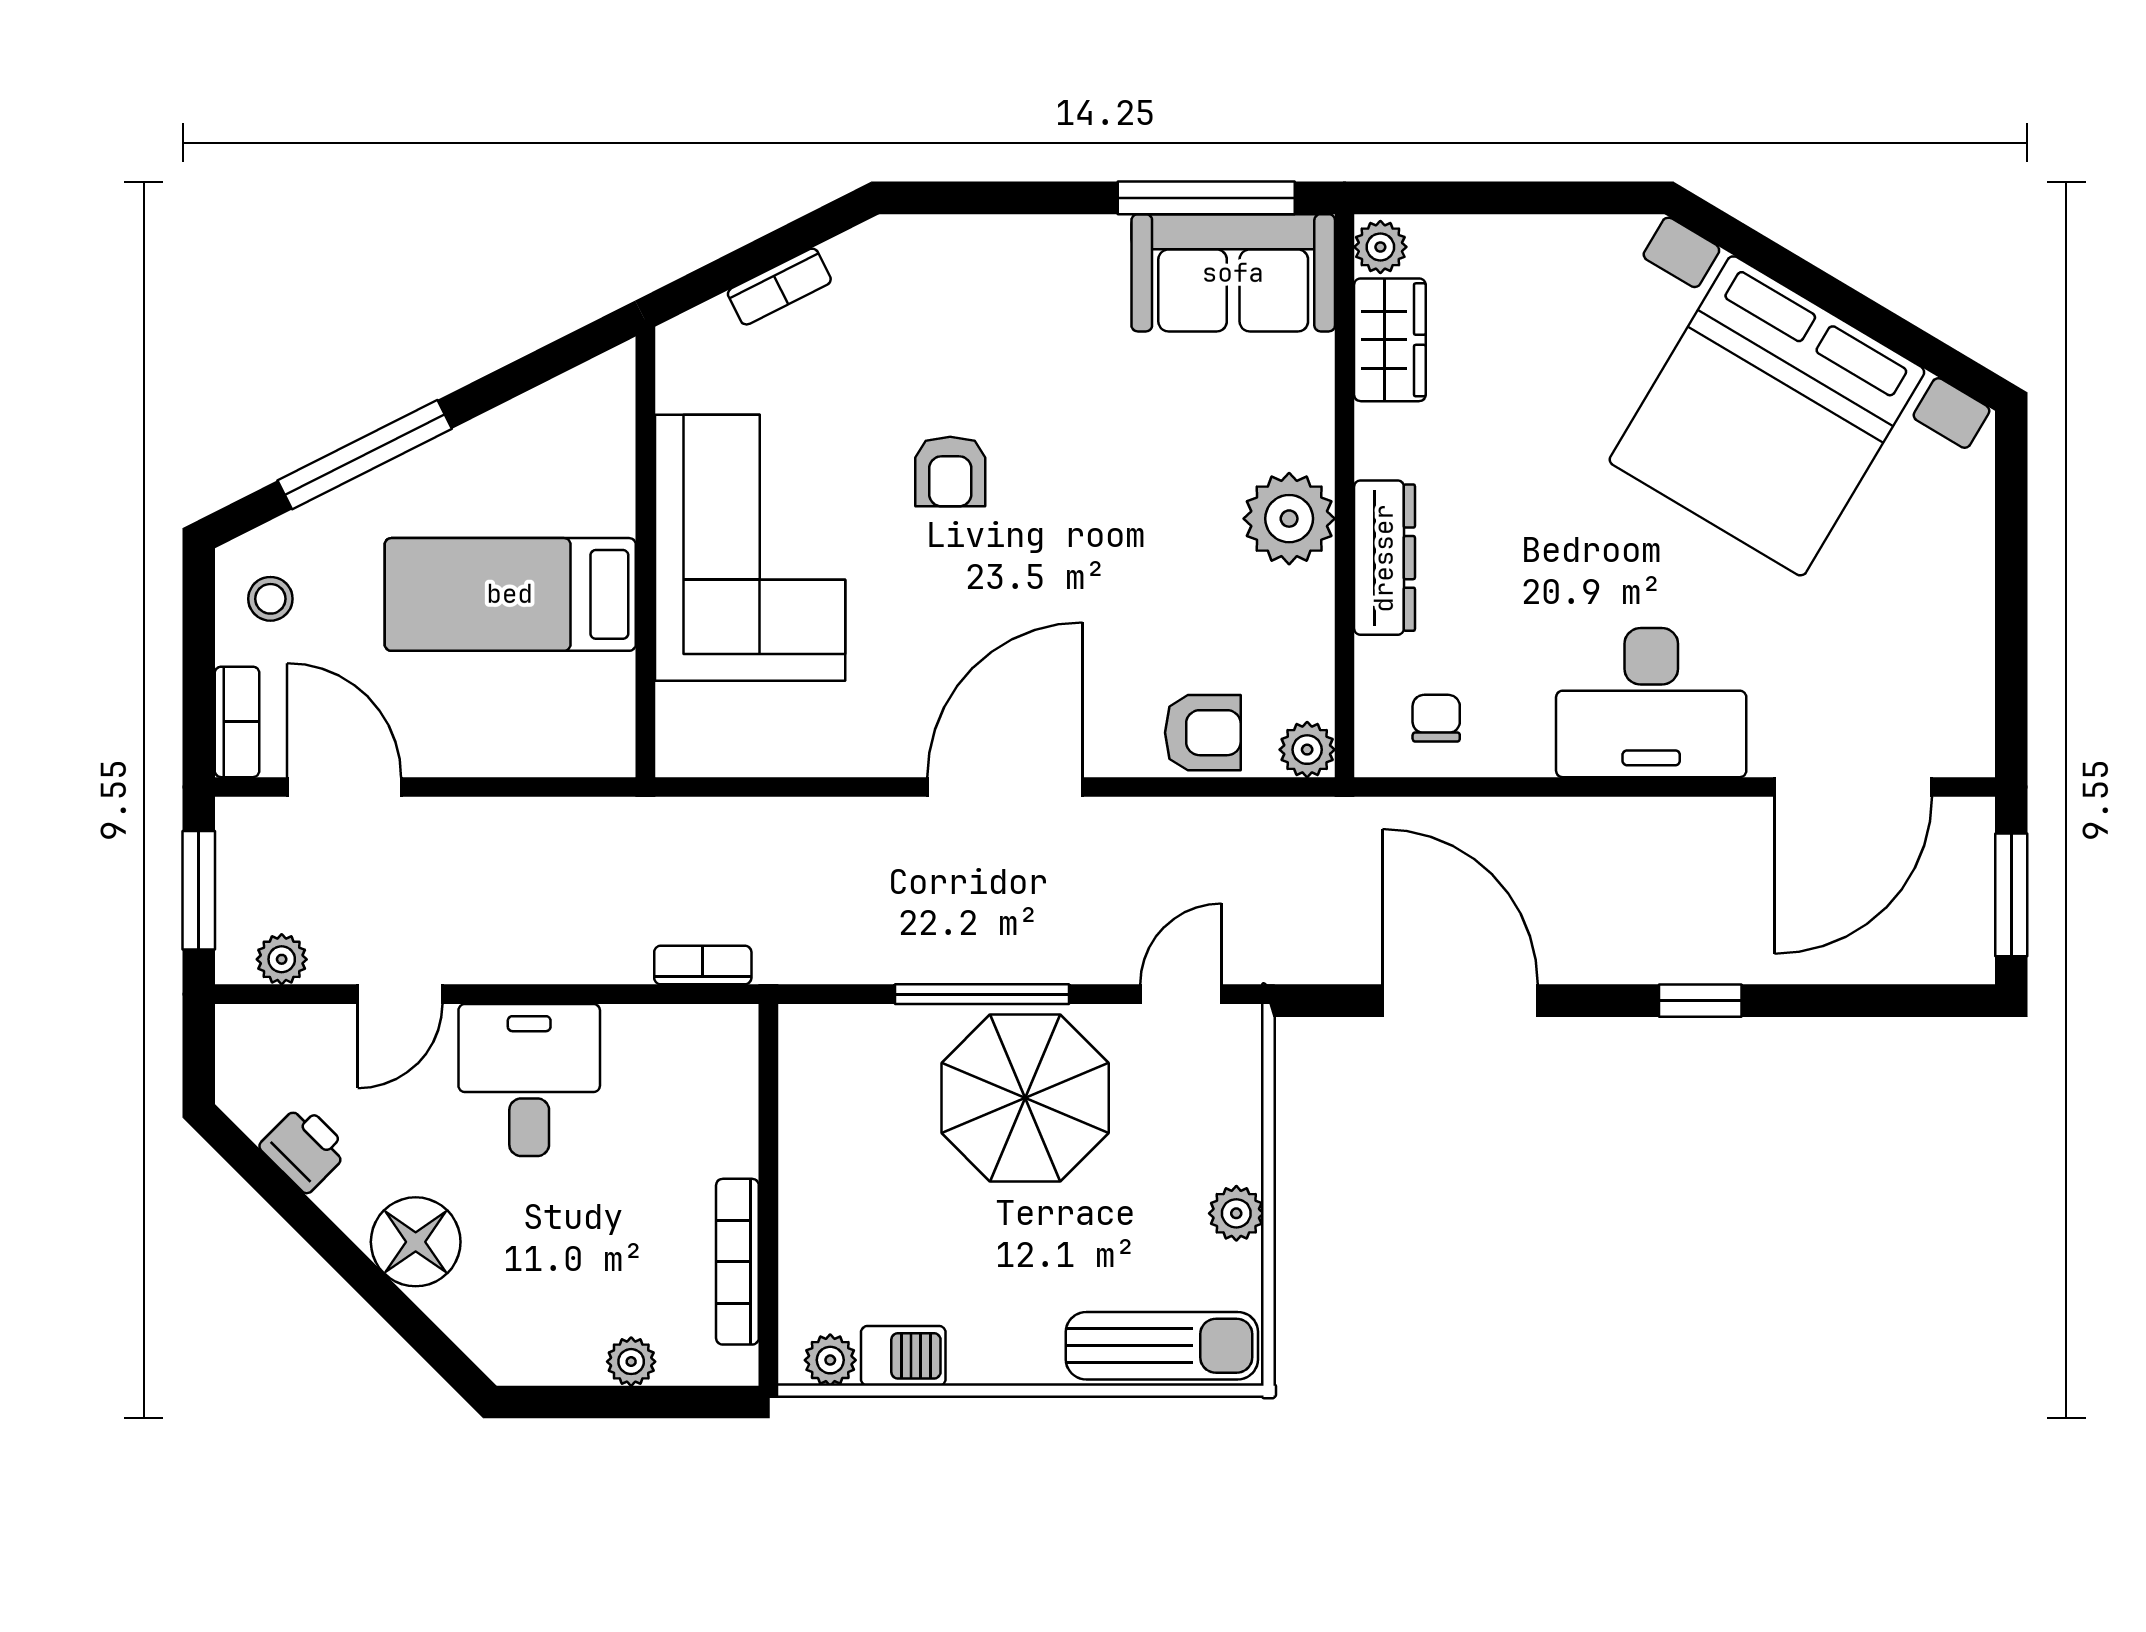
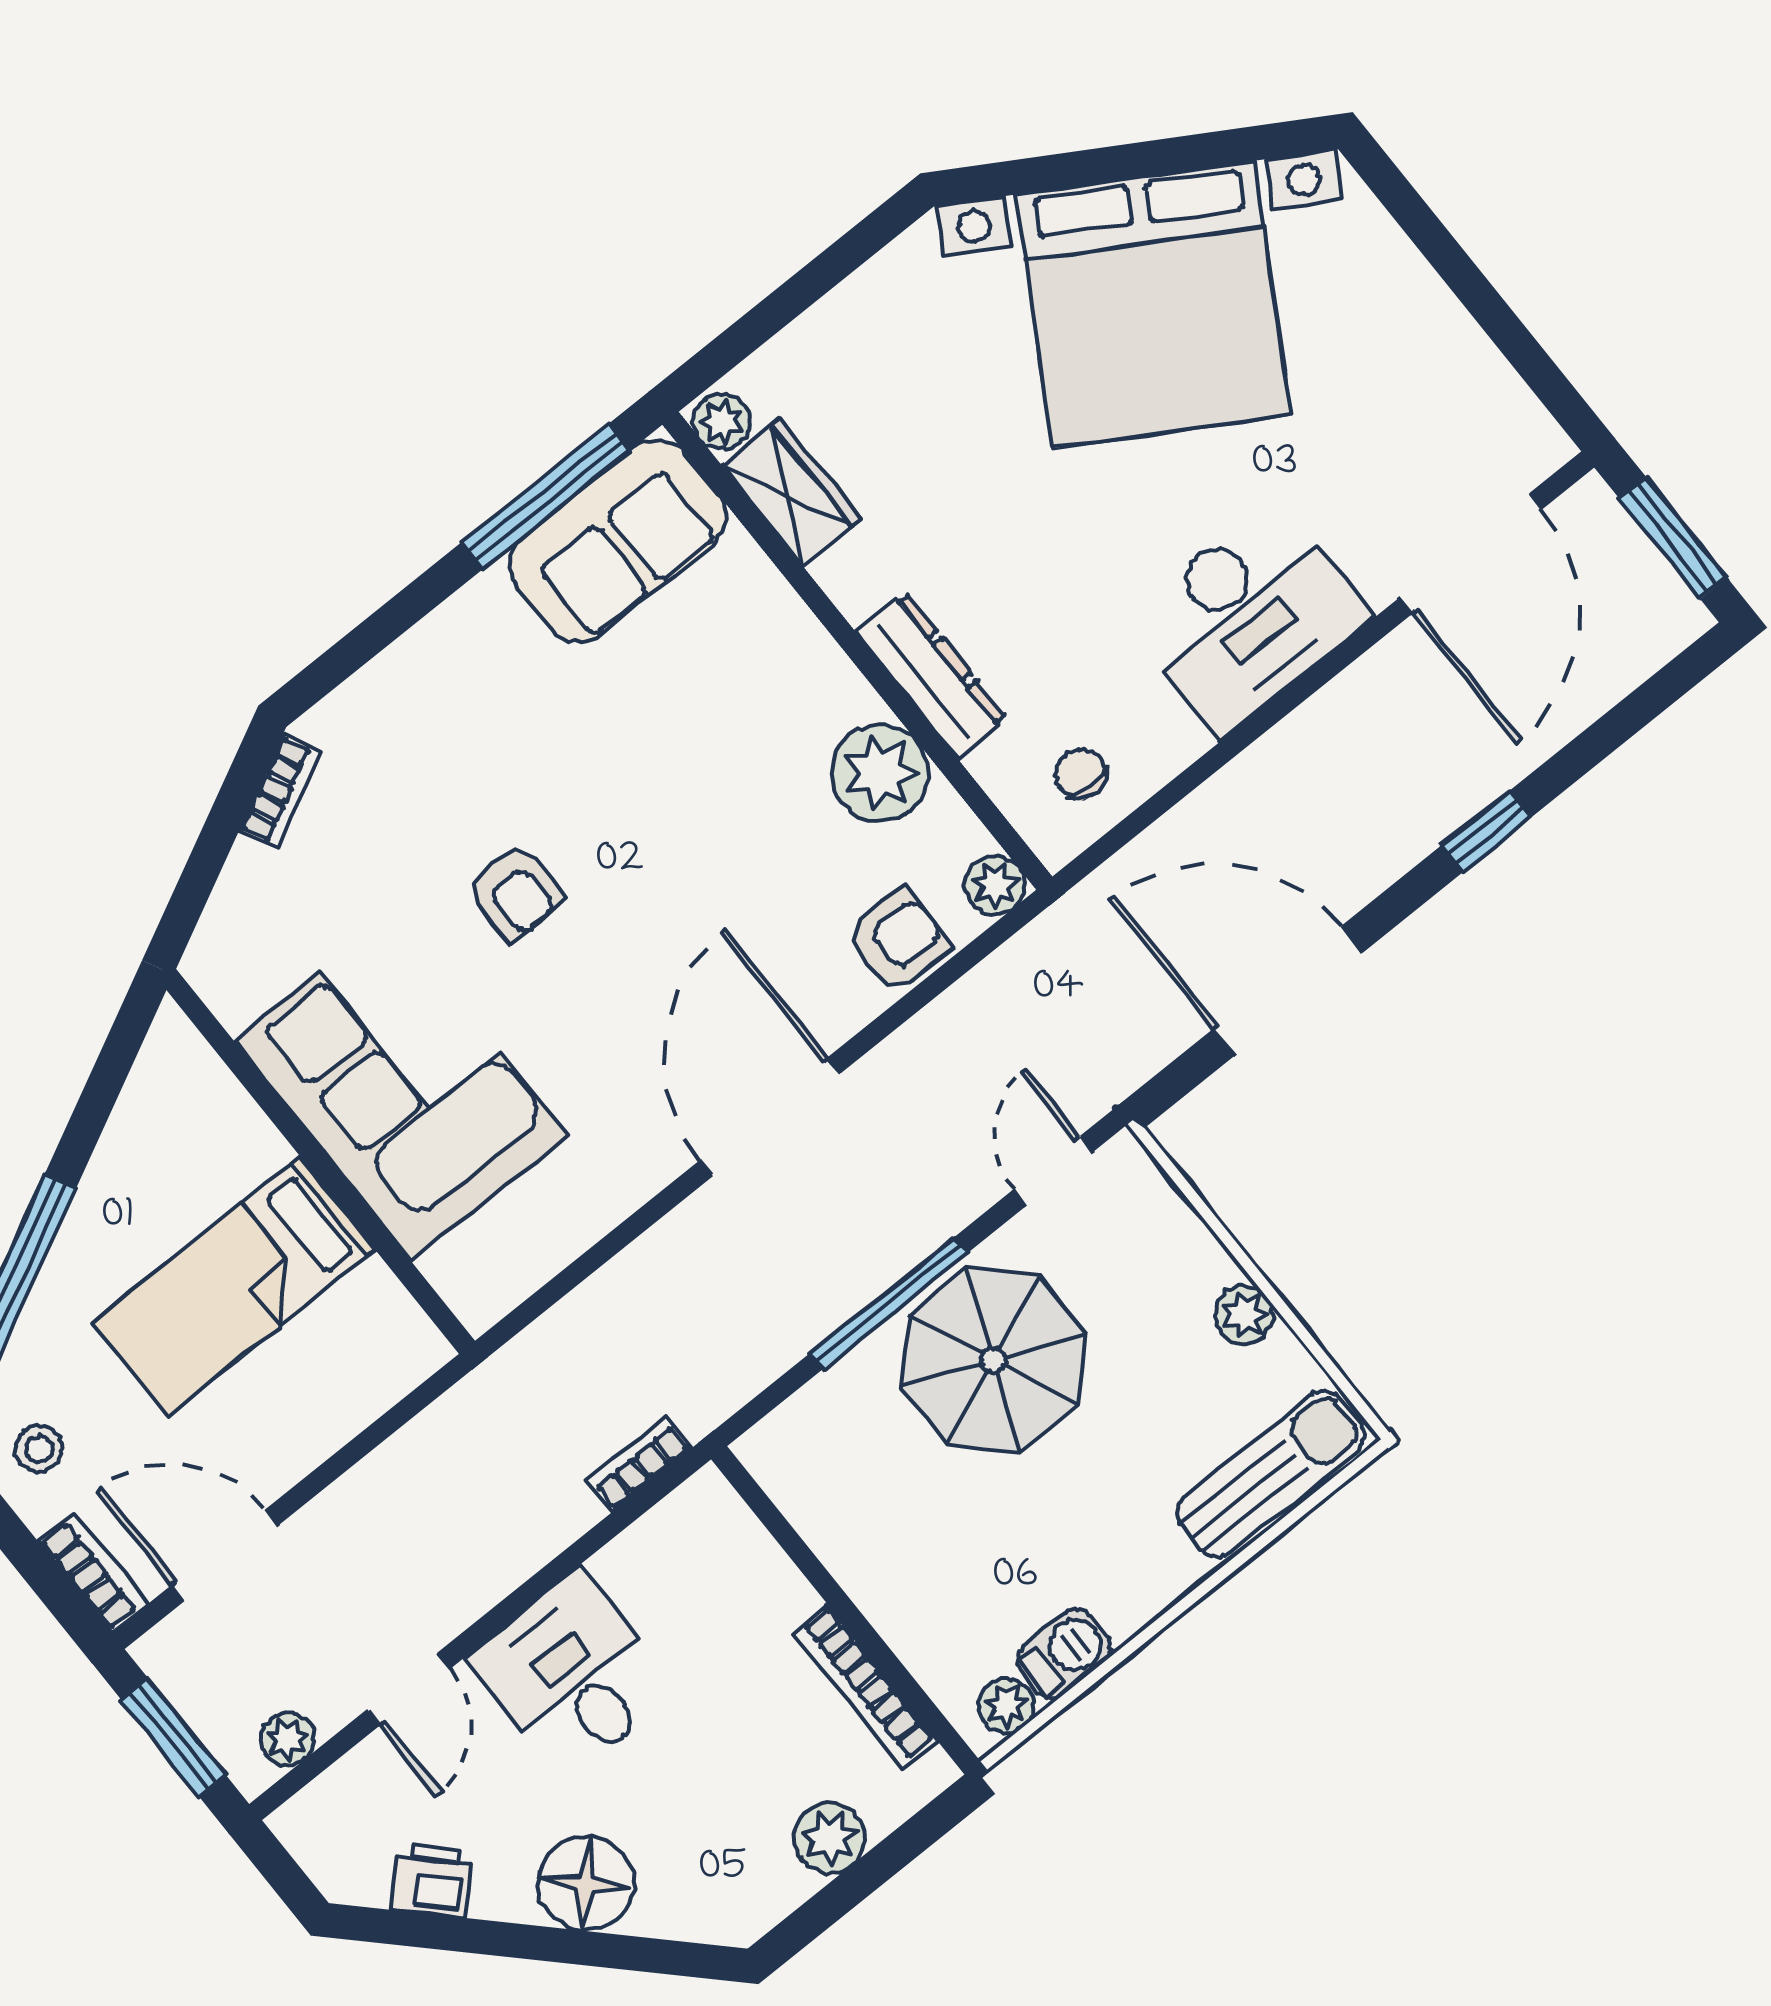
bookcase: (779, 287) -> (280, 791), moved
plant: (1289, 519) -> (880, 773), moved
plant: (631, 1362) -> (830, 1838), width x1.38, depth x1.38

